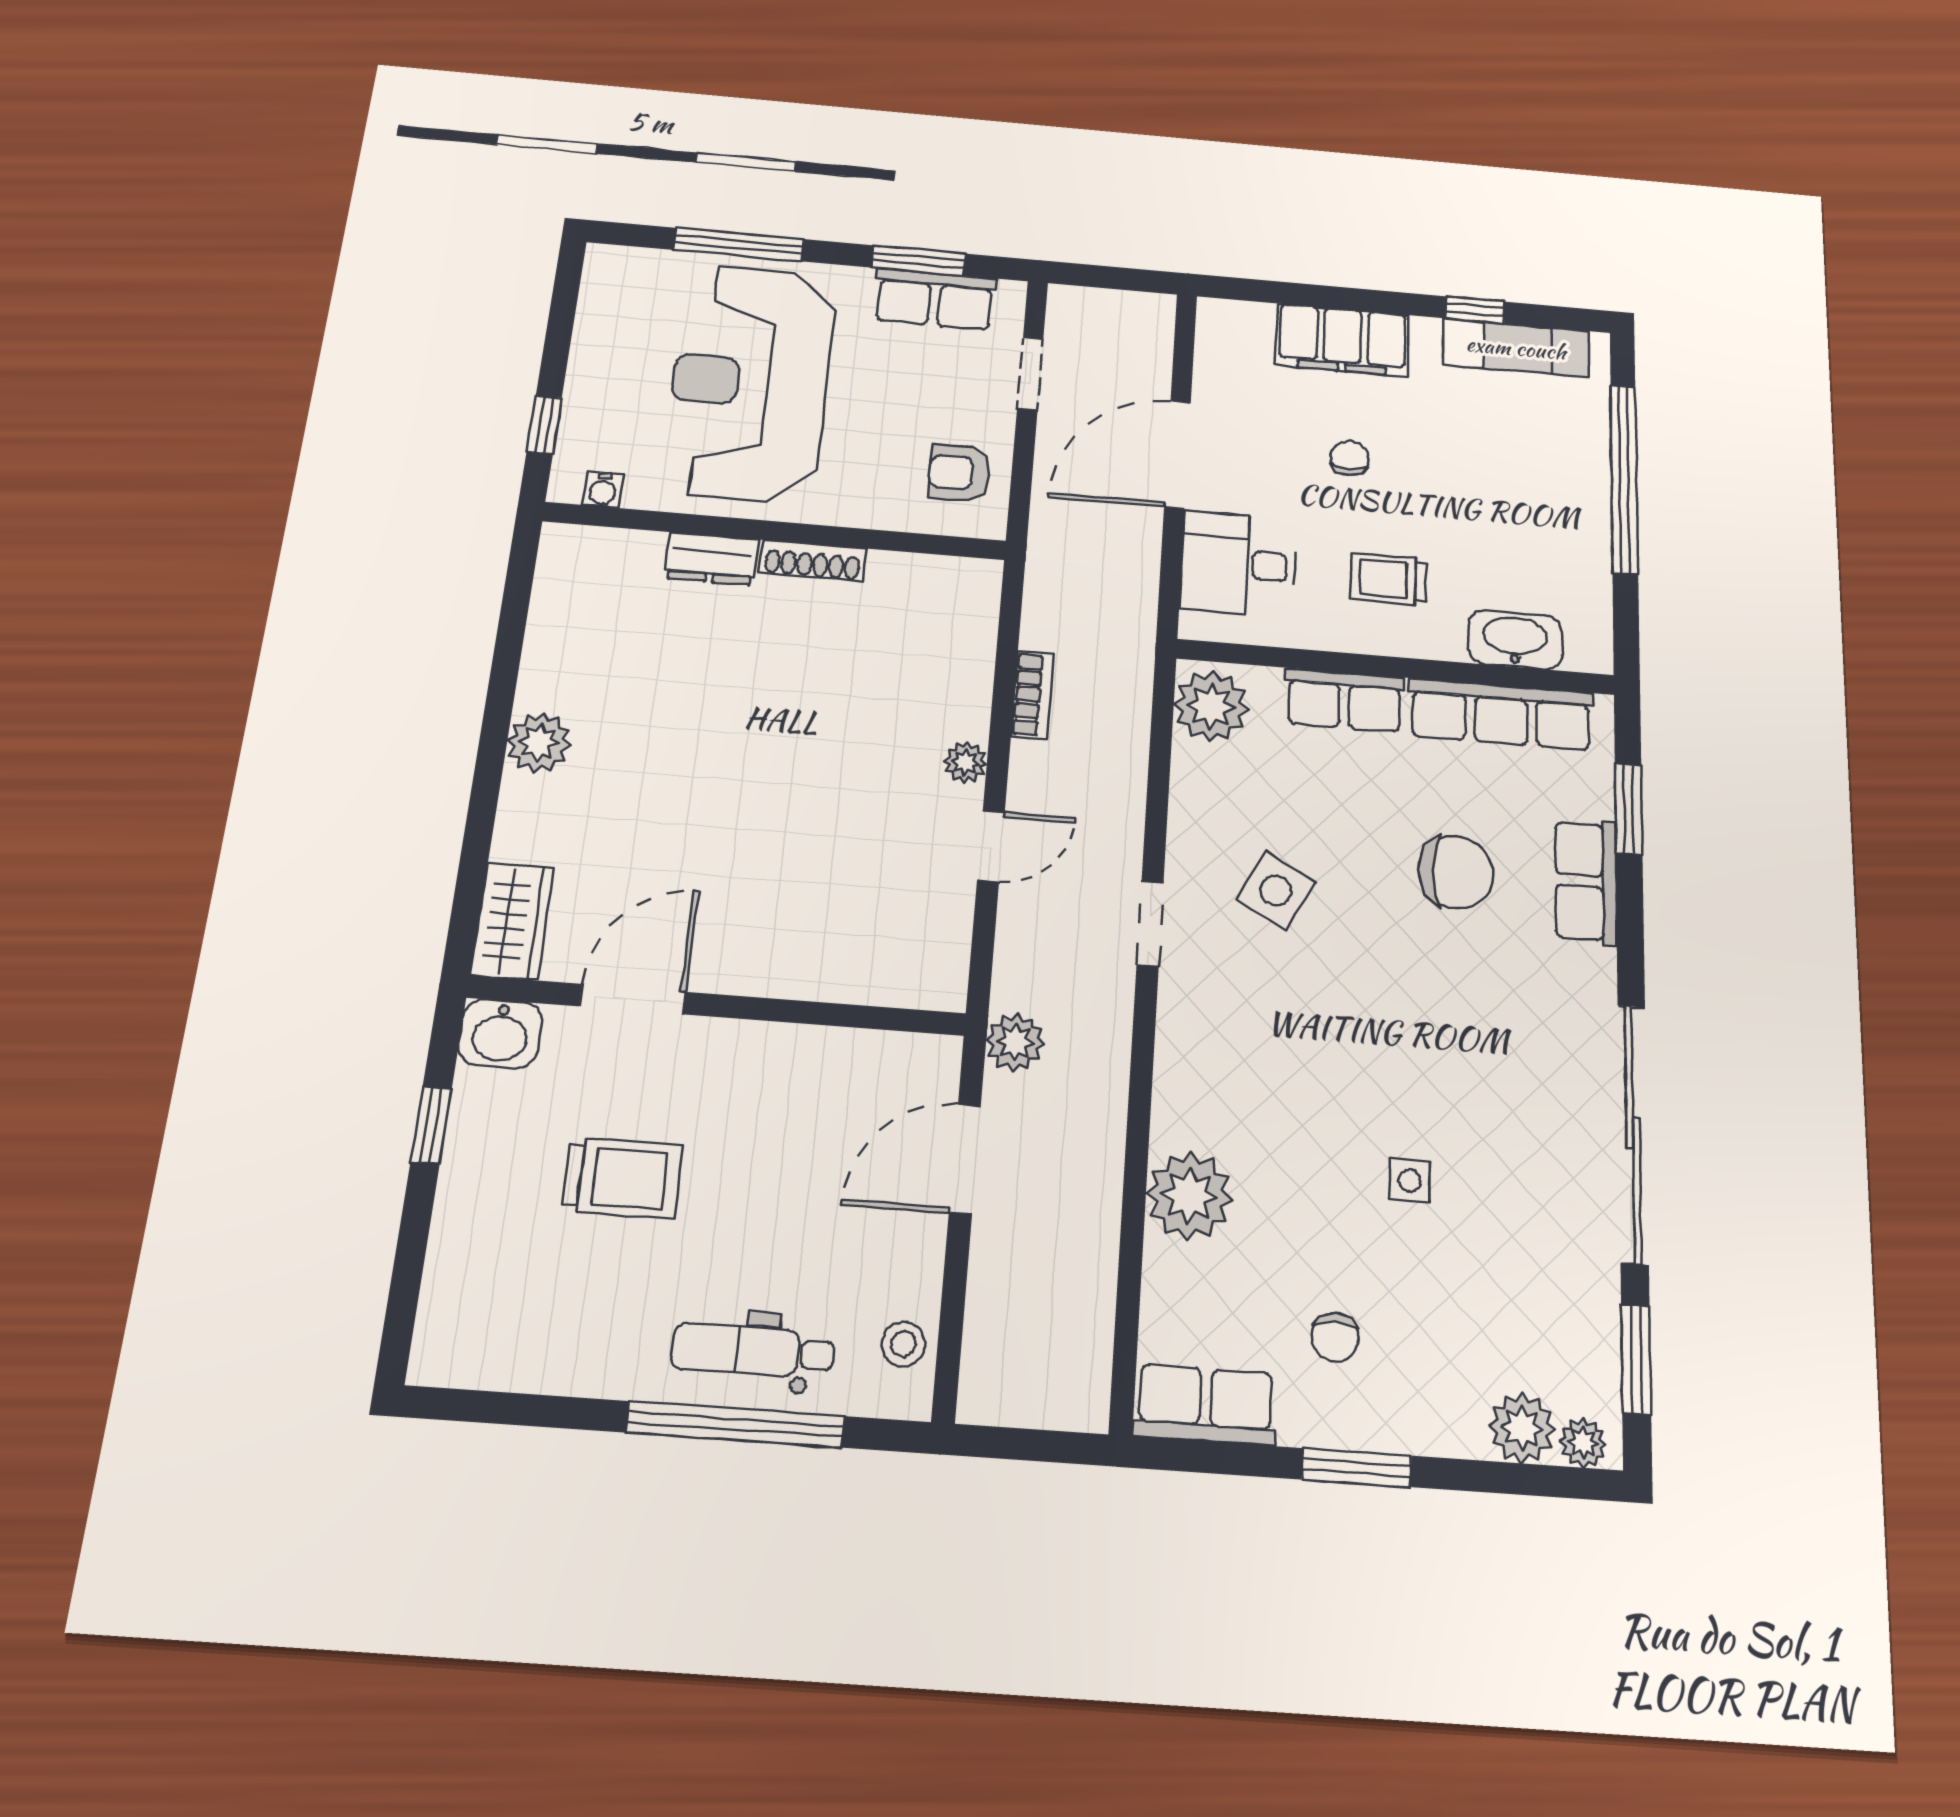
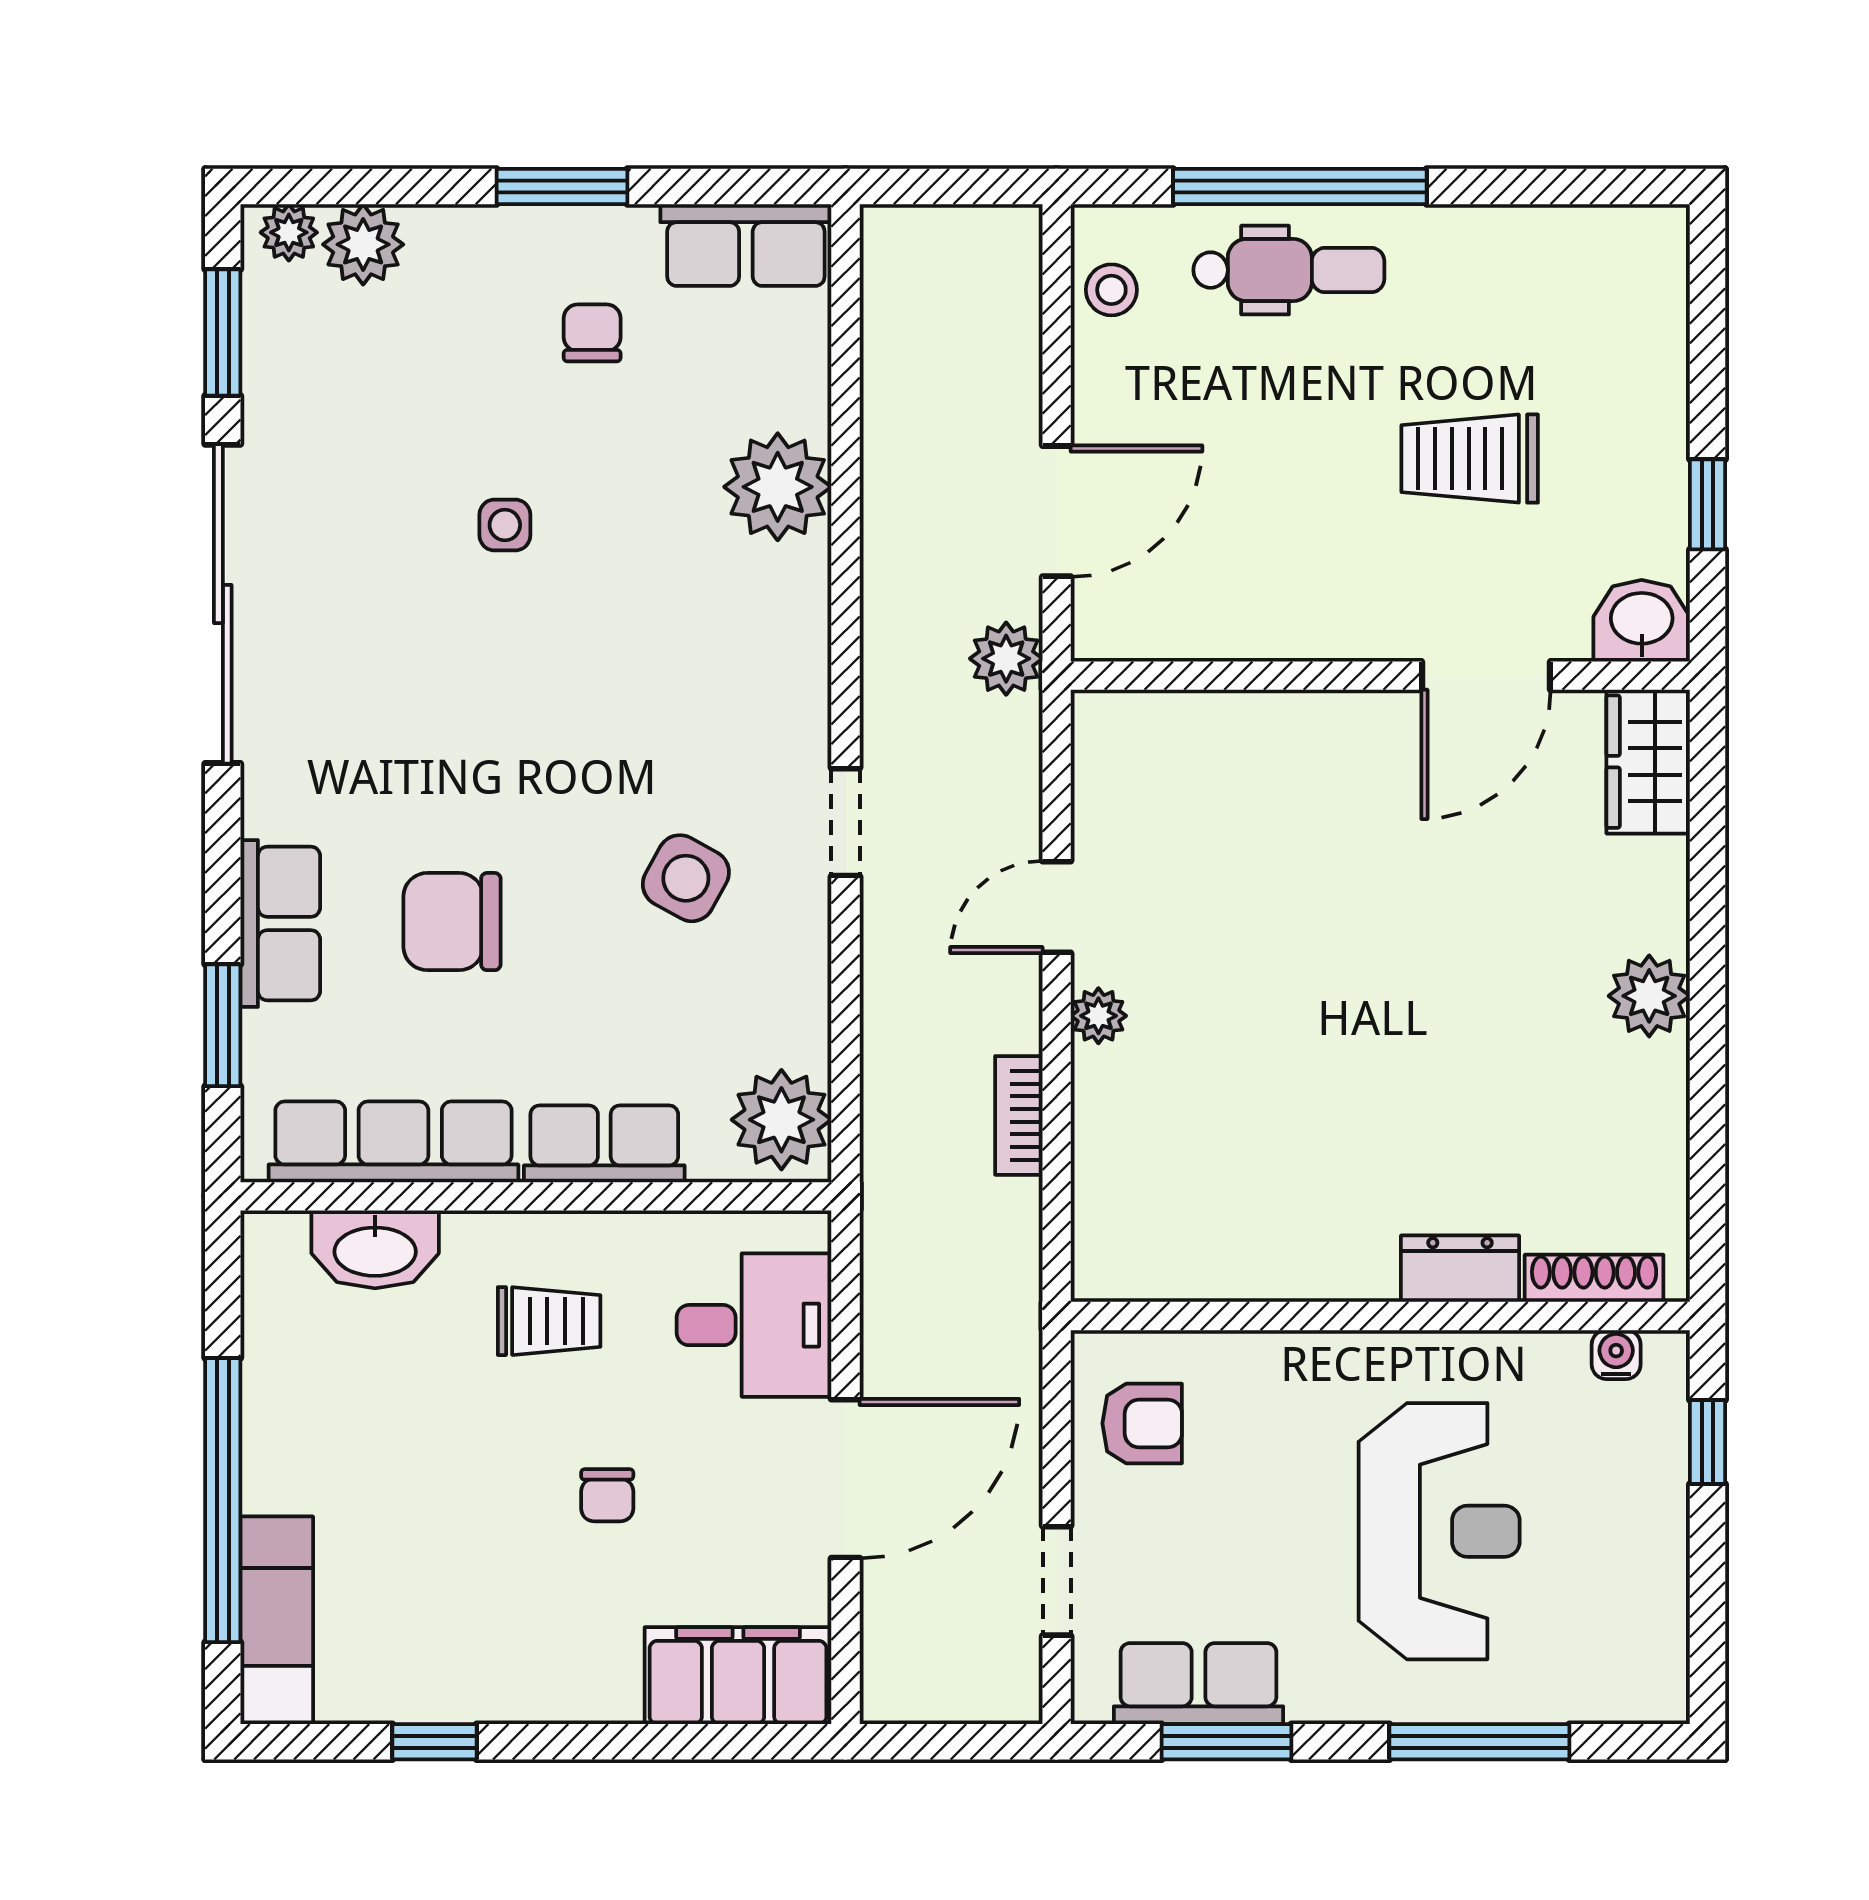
filing cabinet: (1342, 340) -> (738, 1676), moved
exam couch: (1516, 348) -> (277, 1620), moved, turned 90
reception desk: (750, 382) -> (1439, 1531), width x0.74, depth x0.77
shoe rack: (813, 561) -> (1594, 1278), moved

